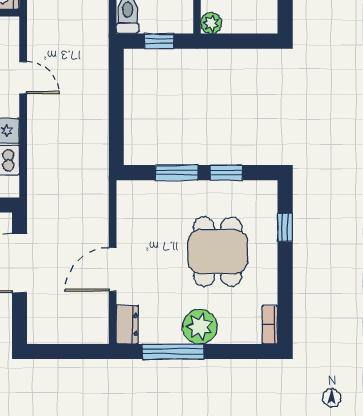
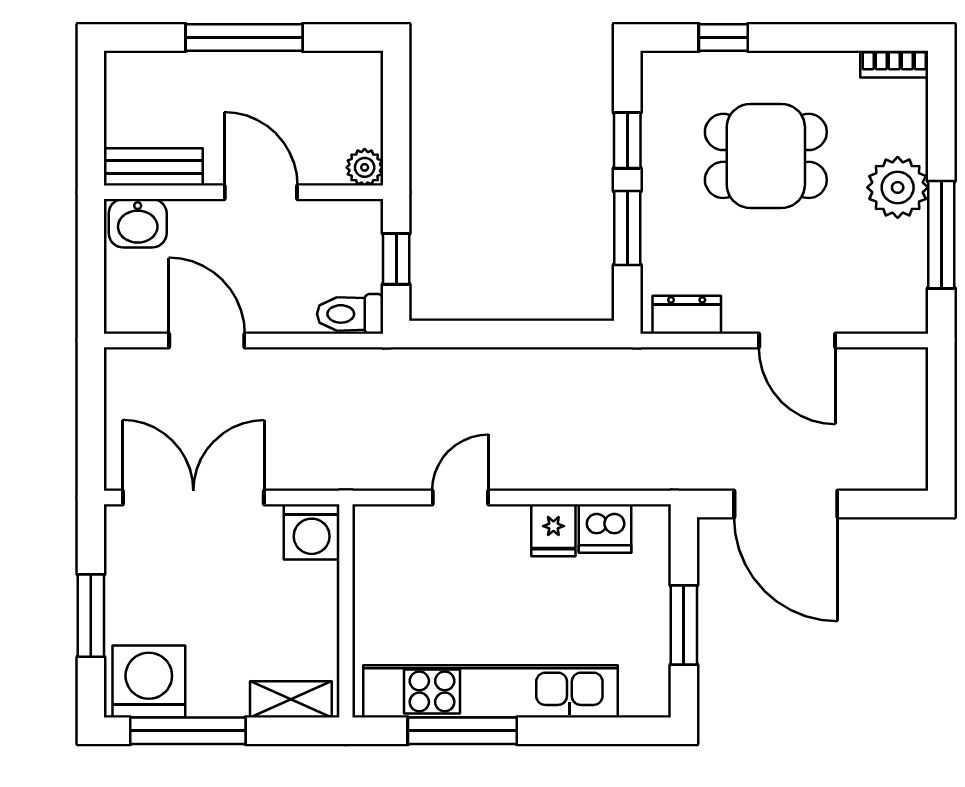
dresser: (127, 325) -> (687, 315), moved

